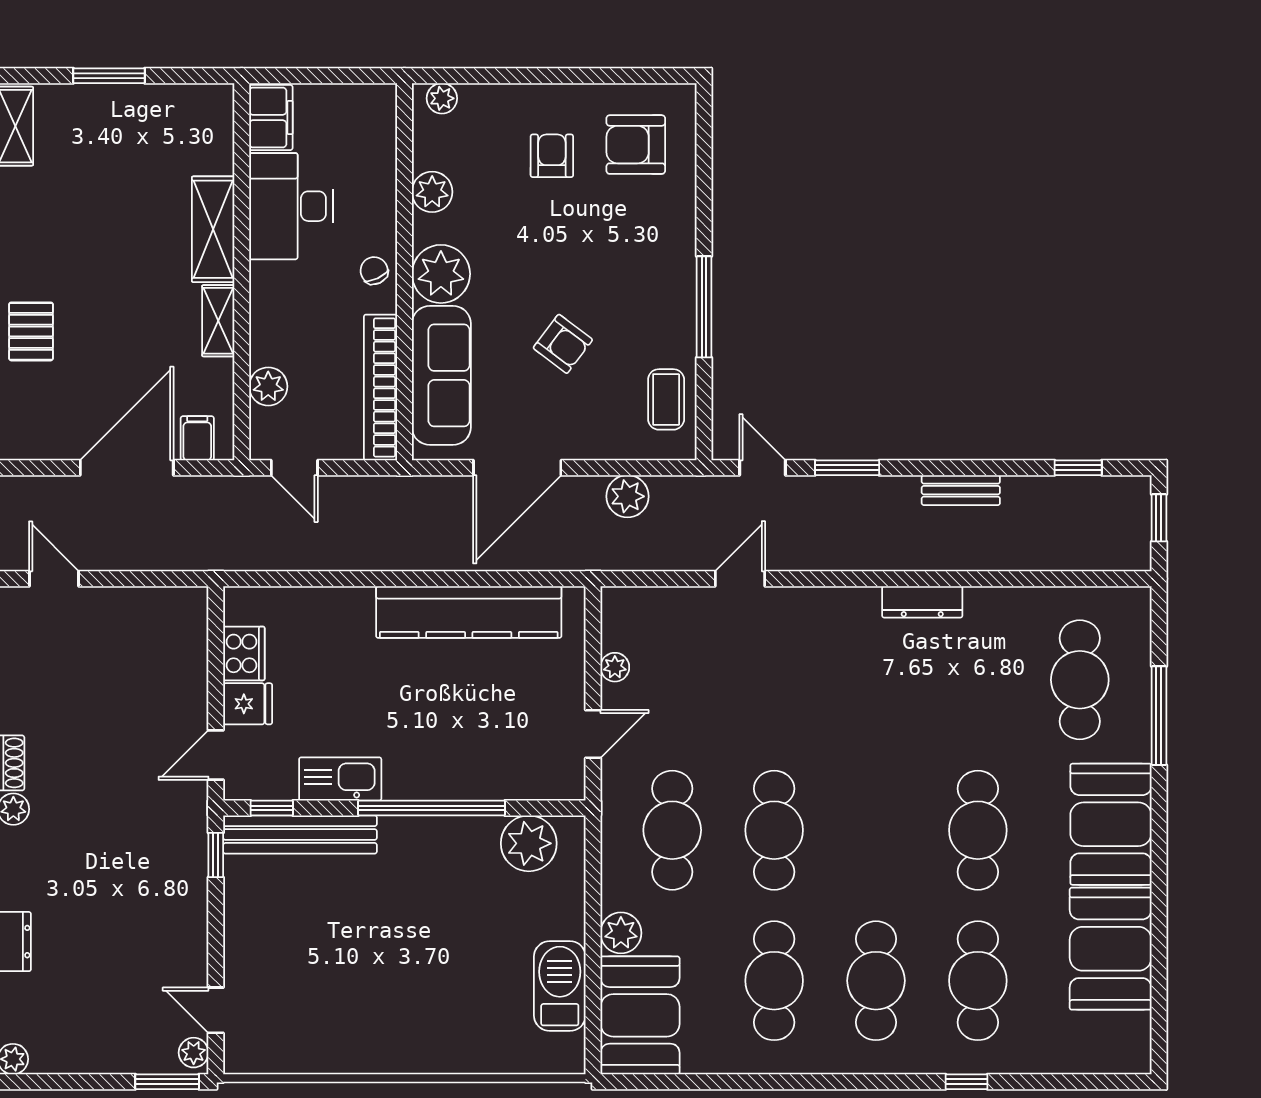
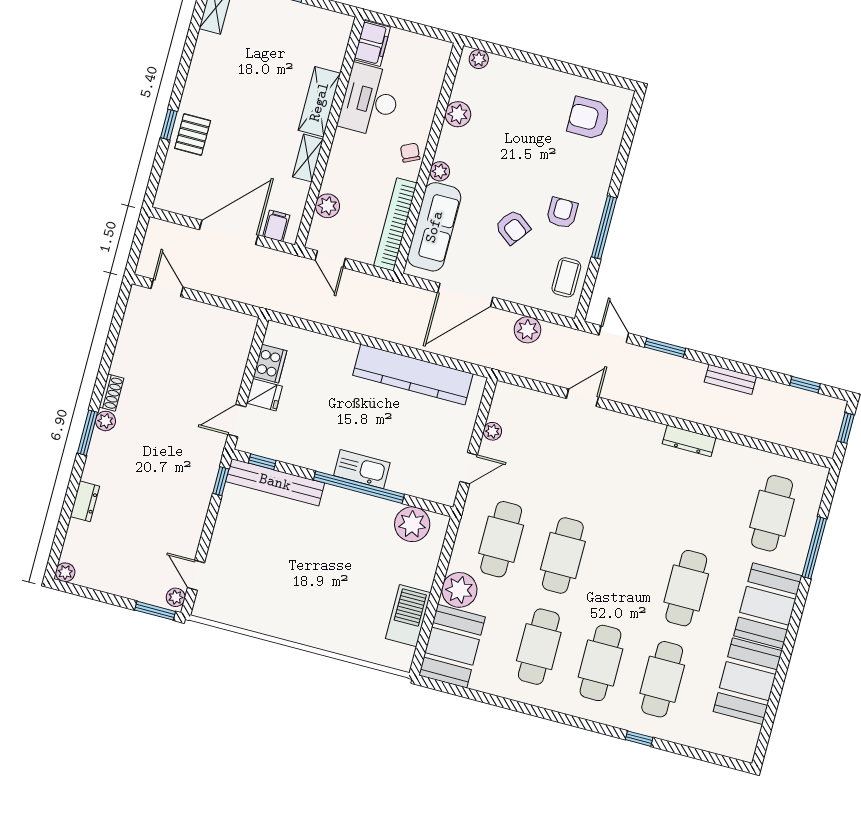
armchair: (552, 156) -> (562, 213), moved
plant: (441, 274) -> (440, 171), width x0.53, depth x0.53
kitchen sink: (340, 779) -> (362, 469), moved
plant: (621, 933) -> (459, 590), width x1.36, depth x1.36

